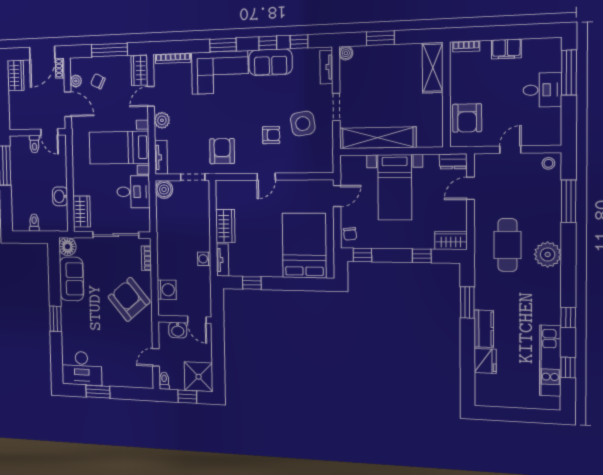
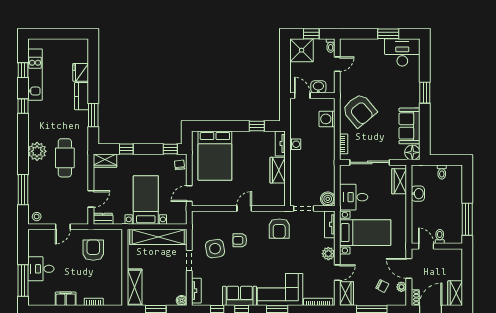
shelving: (433, 68) -> (135, 287), moved
wall: (446, 95) -> (125, 267), moved

